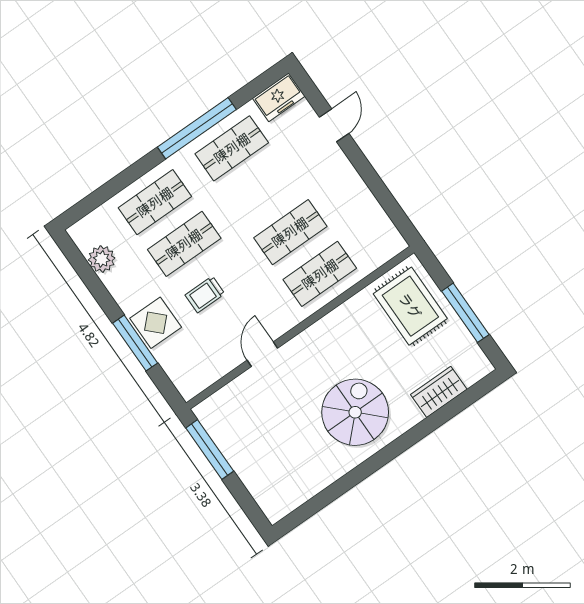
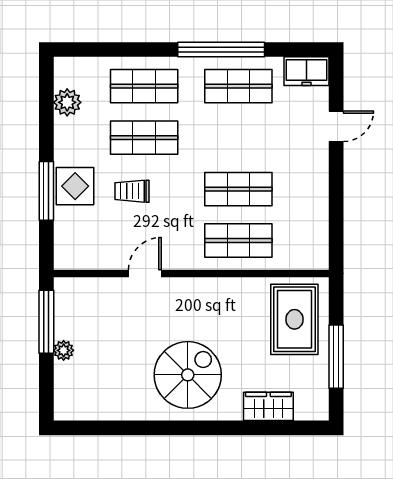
plant: (240, 463) -> (64, 350), added

